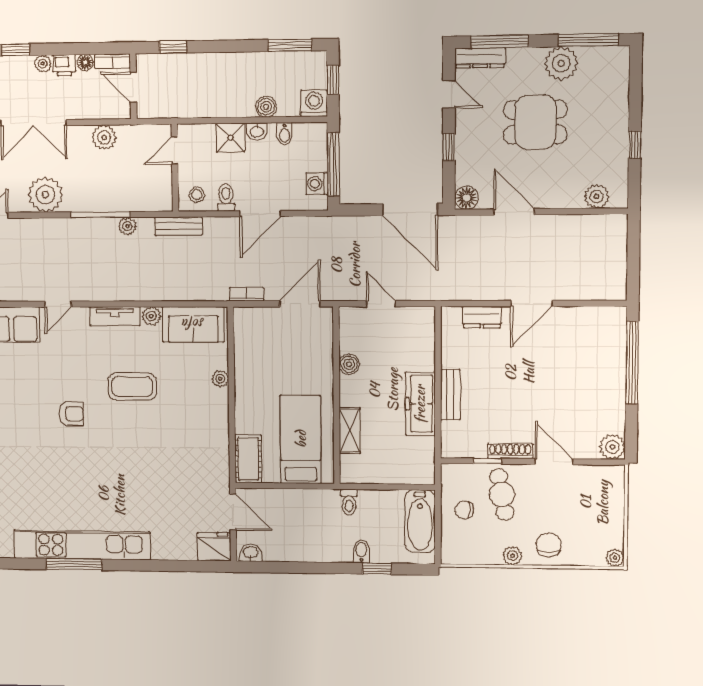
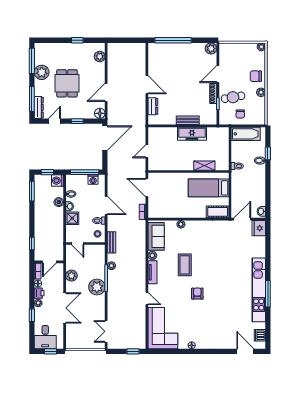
plant: (45, 195) -> (97, 287), moved
boiler: (349, 364) -> (174, 166), removed

